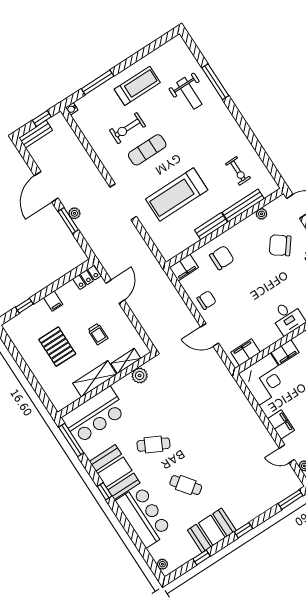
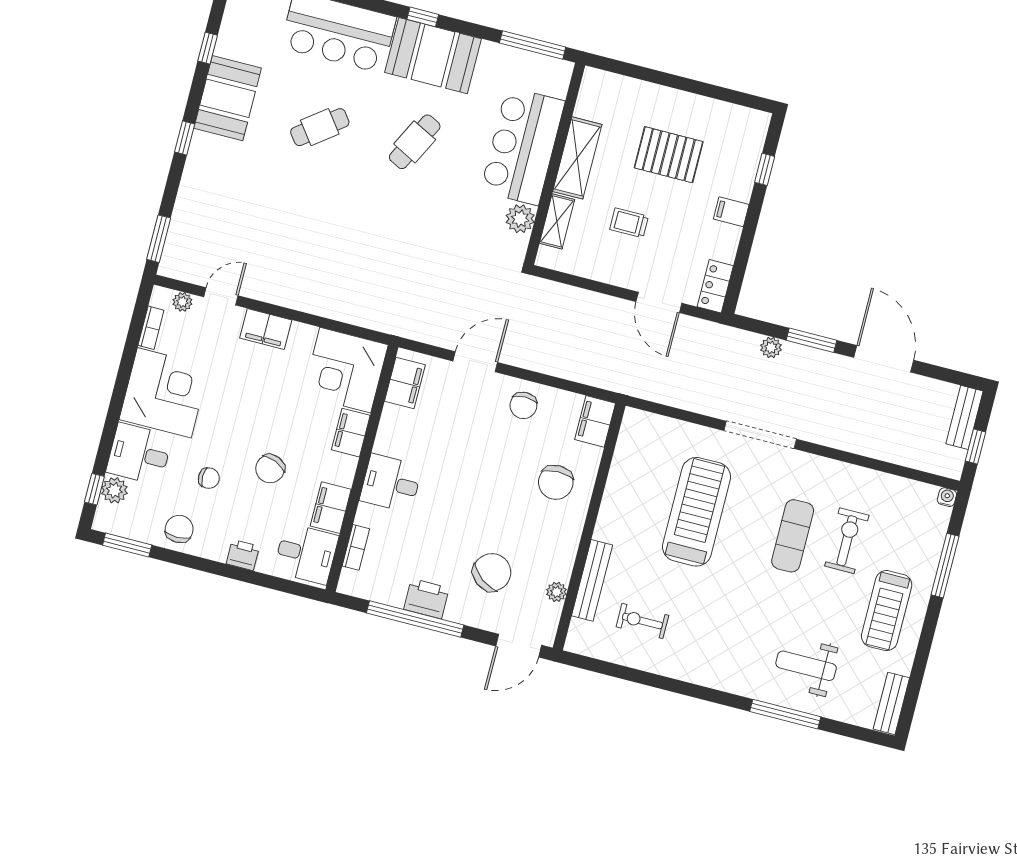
plant: (74, 213) -> (771, 348), moved
bench: (211, 226) -> (891, 703), moved
bar counter: (94, 415) -> (523, 146), moved

